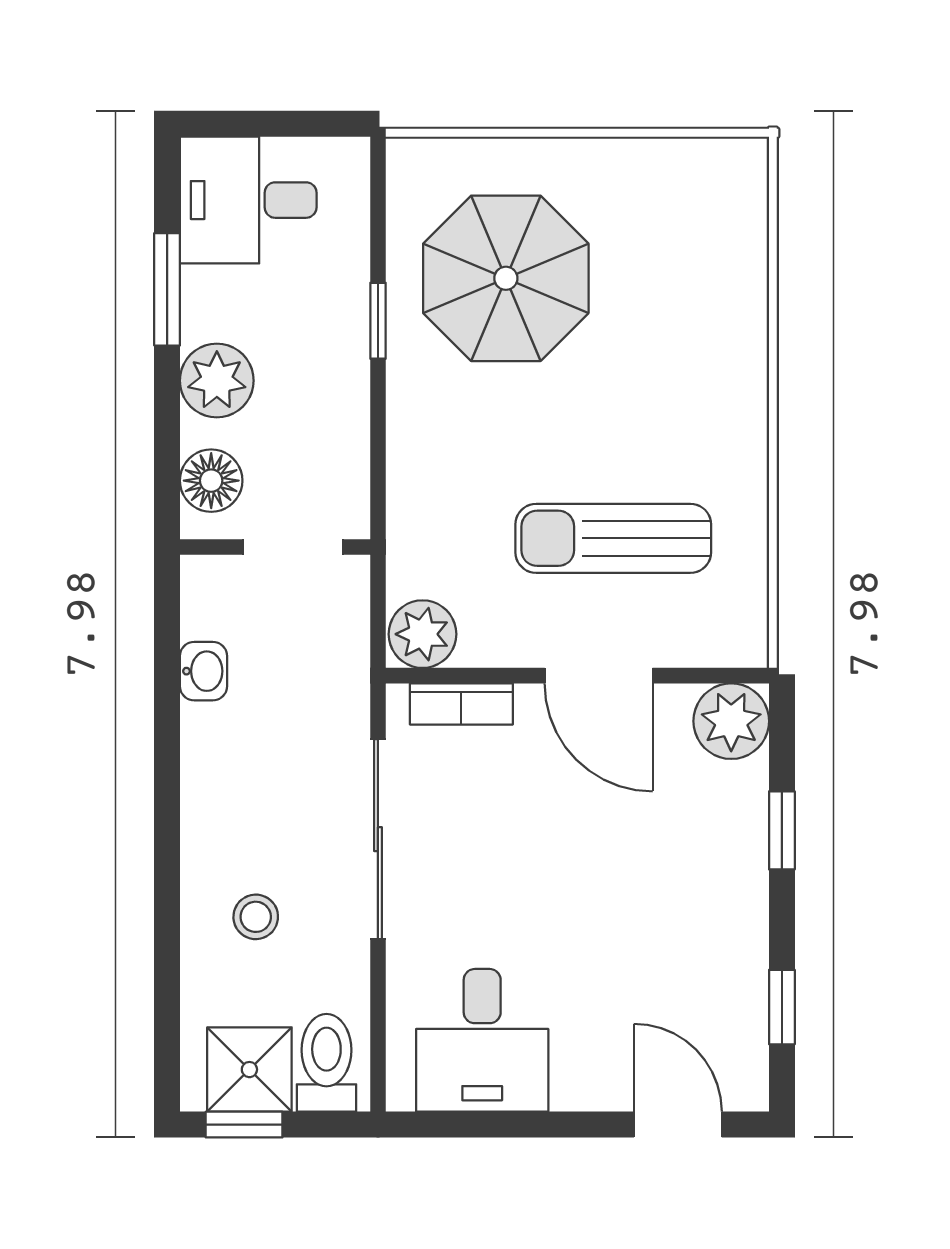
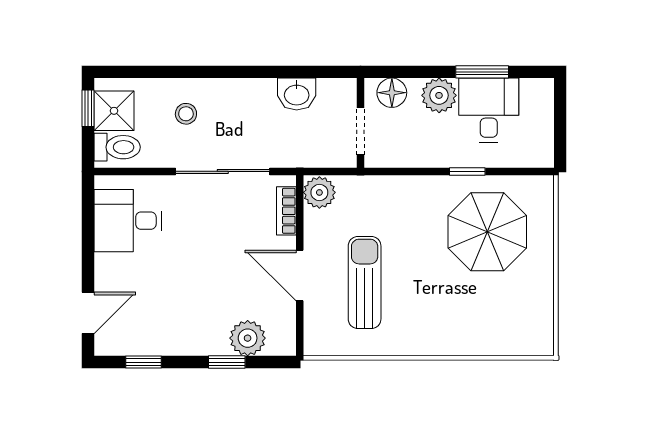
desk: (248, 200) -> (489, 110), moved
washbasin: (203, 671) -> (297, 94), width x1.38, depth x1.45
door: (599, 676) -> (300, 276), hinge flipped
plant: (731, 721) -> (248, 338), moved

